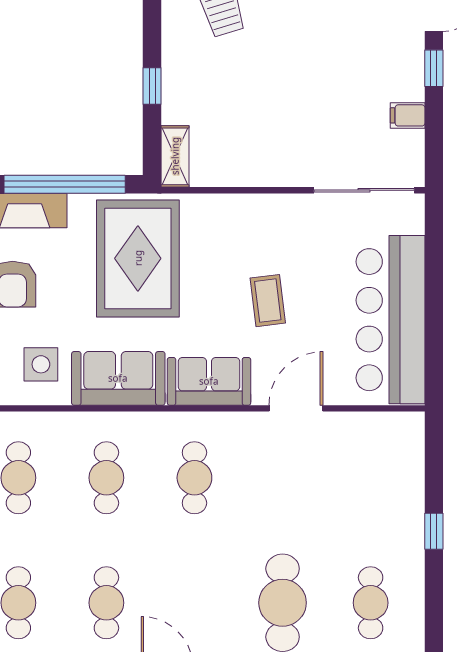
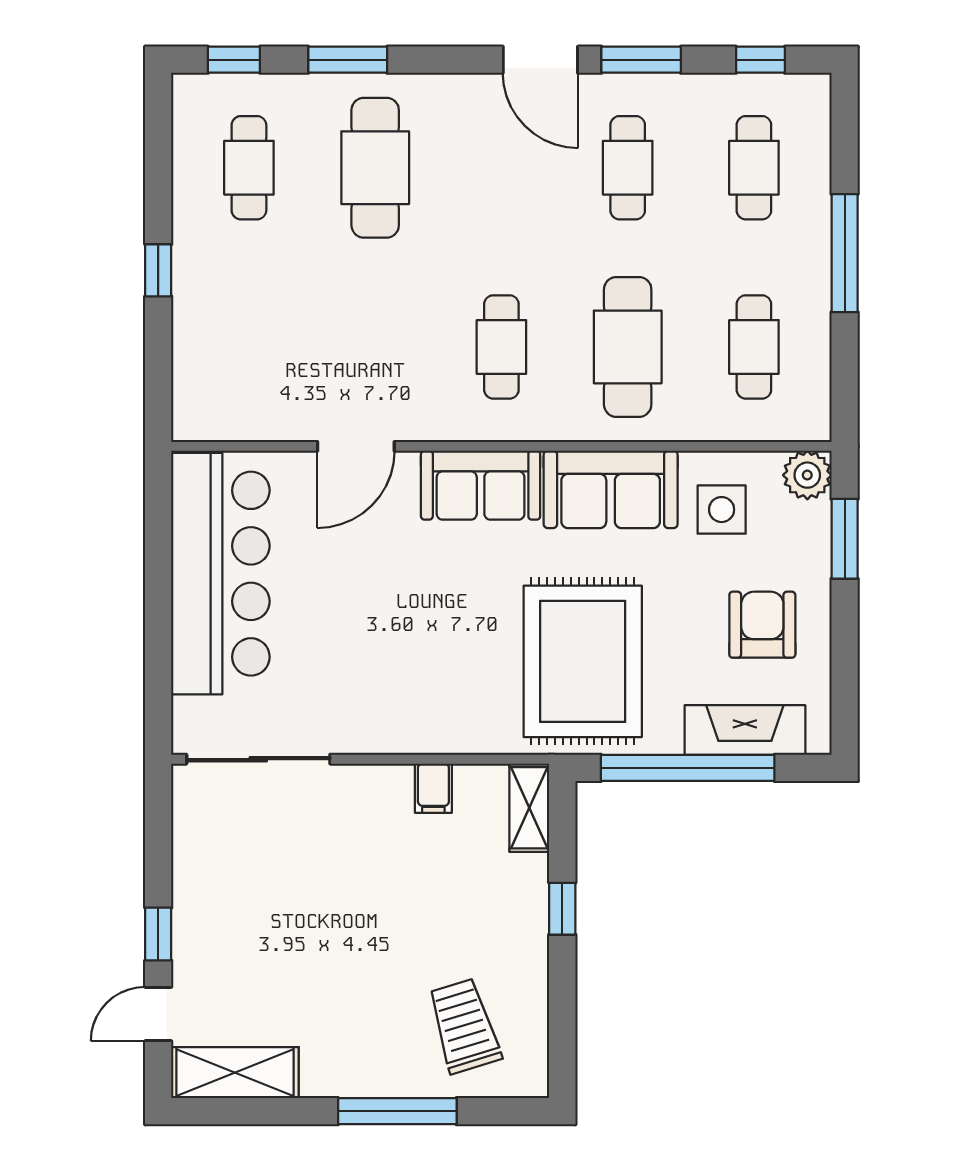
filing cabinet: (408, 115) -> (433, 788), moved, turned 90
coffee table: (268, 301) -> (396, 601), removed
cafe table: (106, 478) -> (628, 347), width x1.37, depth x1.35

